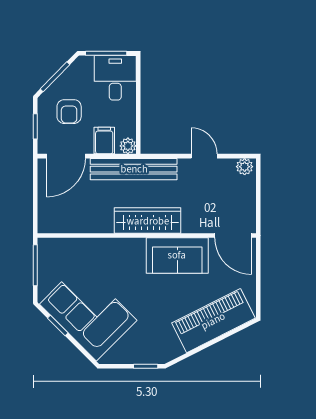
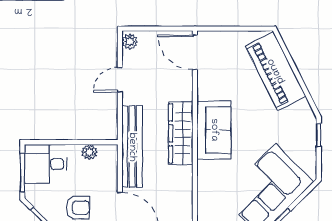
filing cabinet: (104, 141) -> (105, 174), removed
plant: (128, 146) -> (89, 152), moved
door: (233, 235) -> (195, 52), swing flipped
sofa: (177, 255) -> (214, 130), moved

